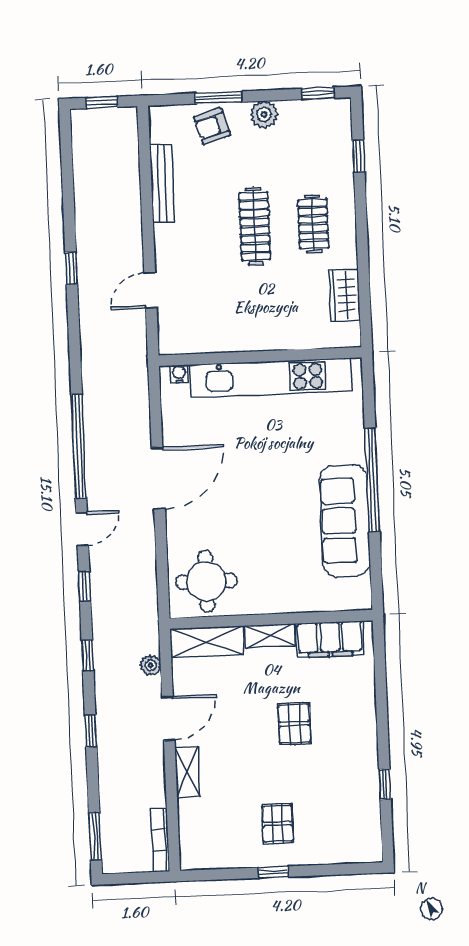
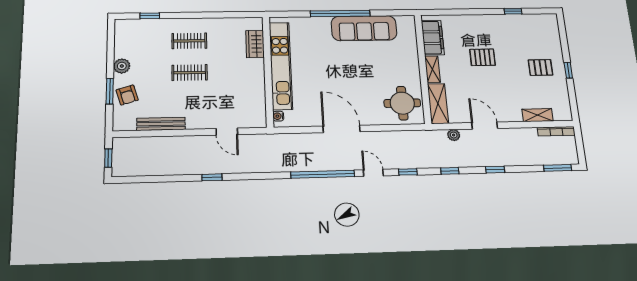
window: (318, 93) -> (111, 36), removed
clothes rail: (255, 226) -> (190, 73), width x0.73
wardrobe: (344, 295) -> (255, 44), moved, turned 90
shelving: (187, 772) -> (537, 115), moved

